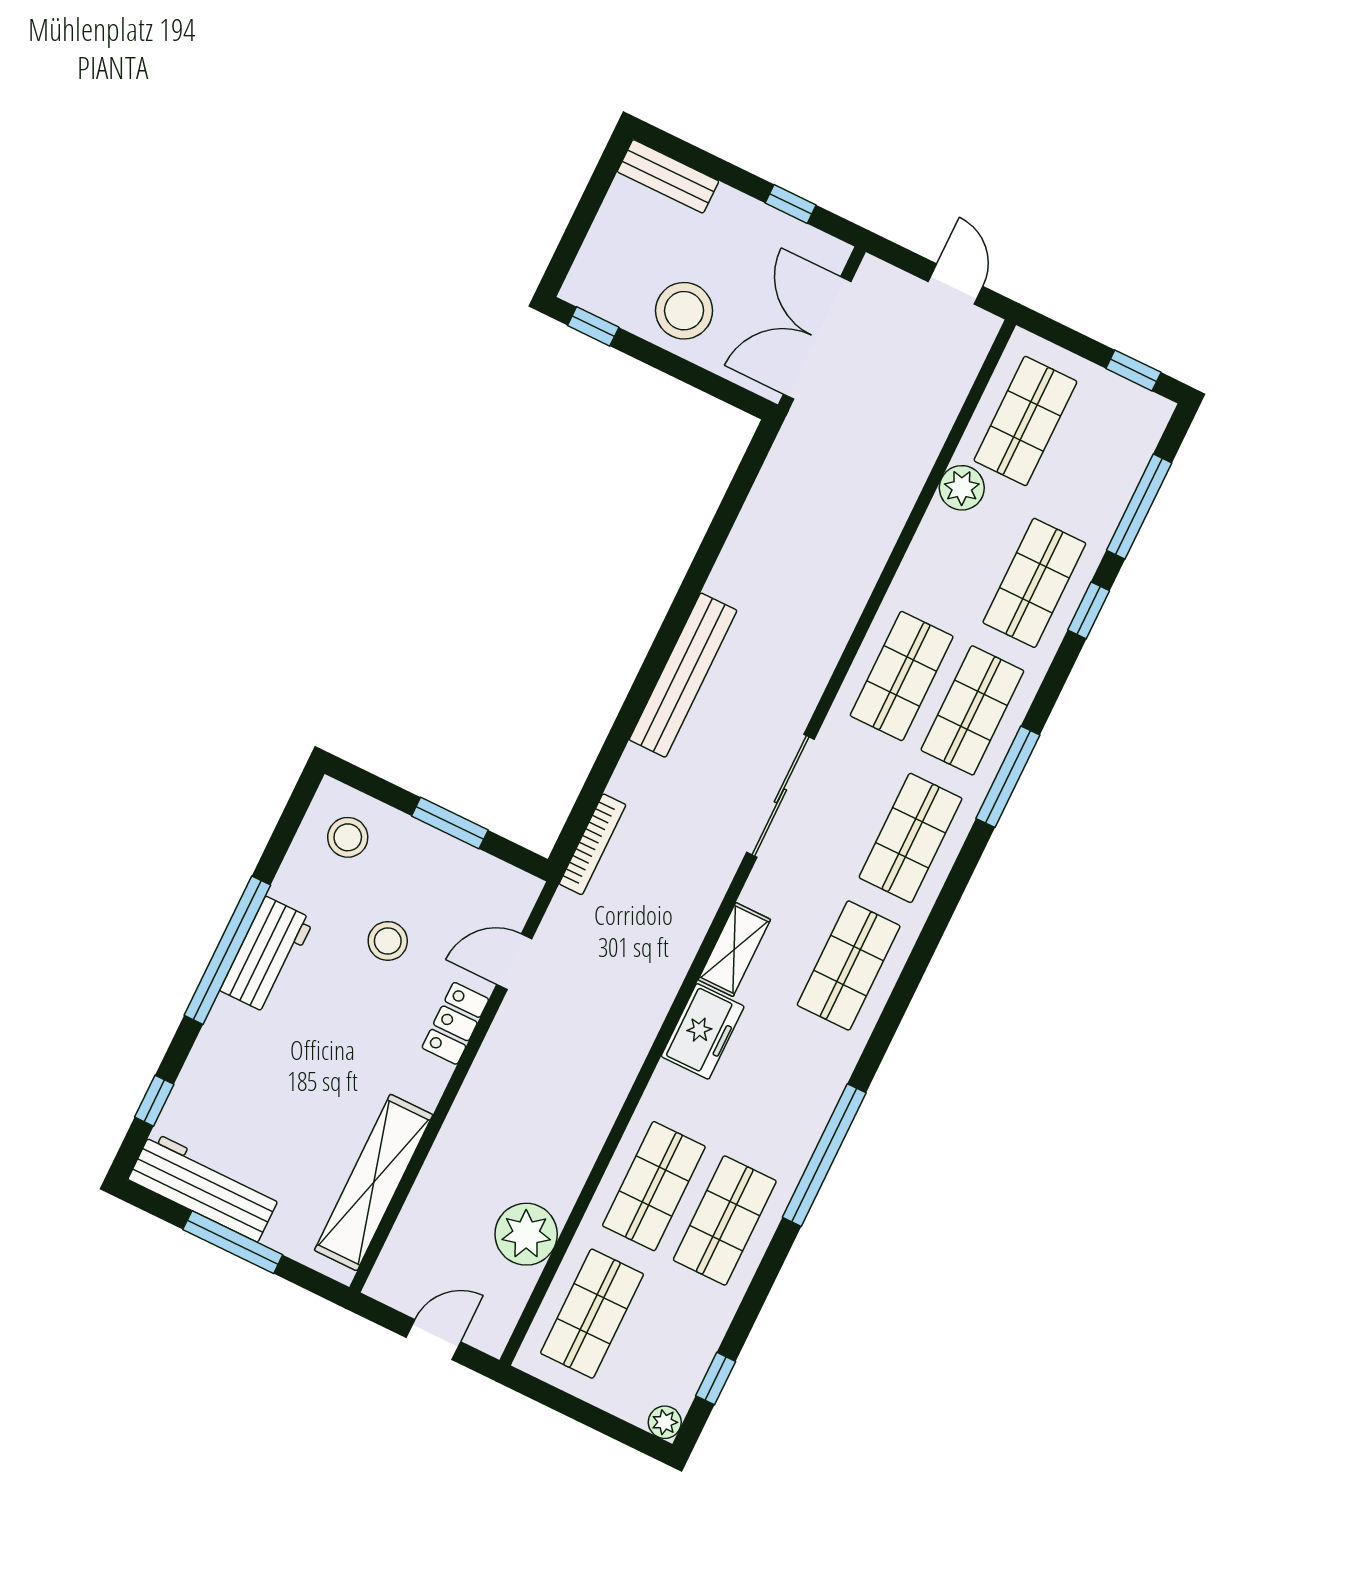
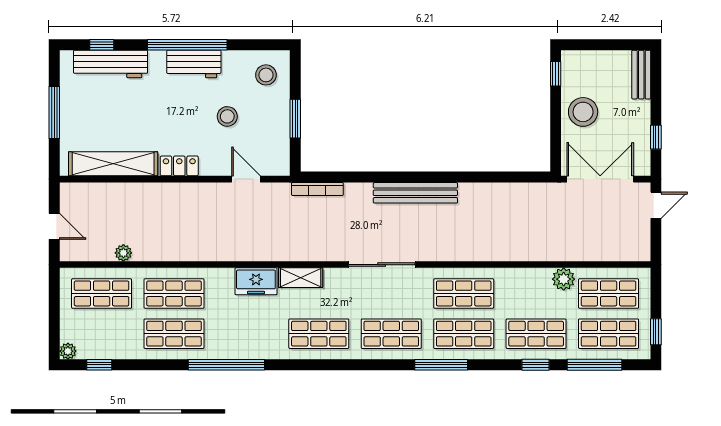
door: (956, 284) -> (656, 205), moved
shop shelf: (1096, 455) -> (609, 334), added
locker: (455, 1023) -> (179, 166), moved
workbench: (204, 1187) -> (111, 64), moved, turned 90
plant: (526, 1234) -> (123, 253), width x0.53, depth x0.53

